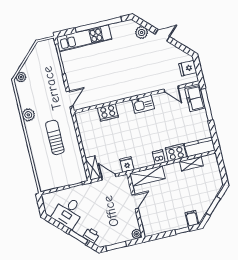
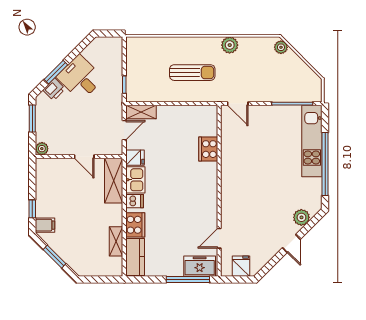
kitchen sink: (143, 104) -> (135, 180), moved, turned 180
desk: (68, 212) -> (80, 78), moved

